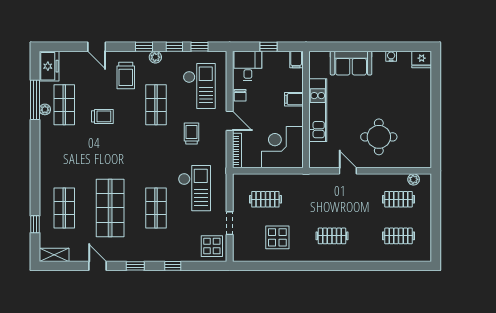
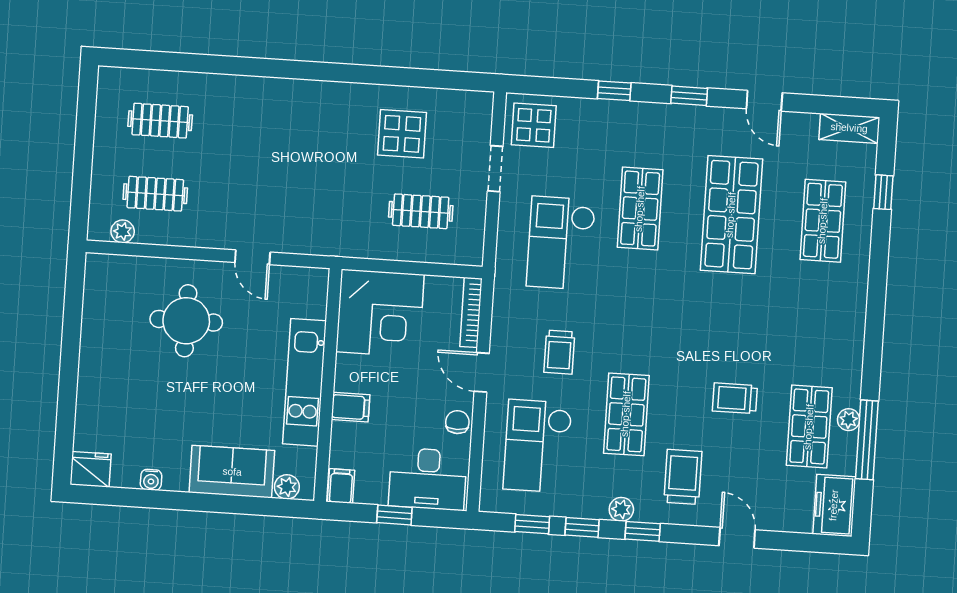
plant: (323, 57) -> (287, 487), added
desk: (248, 66) -> (428, 479), width x1.37
clothes rail: (332, 236) -> (293, 129), removed

